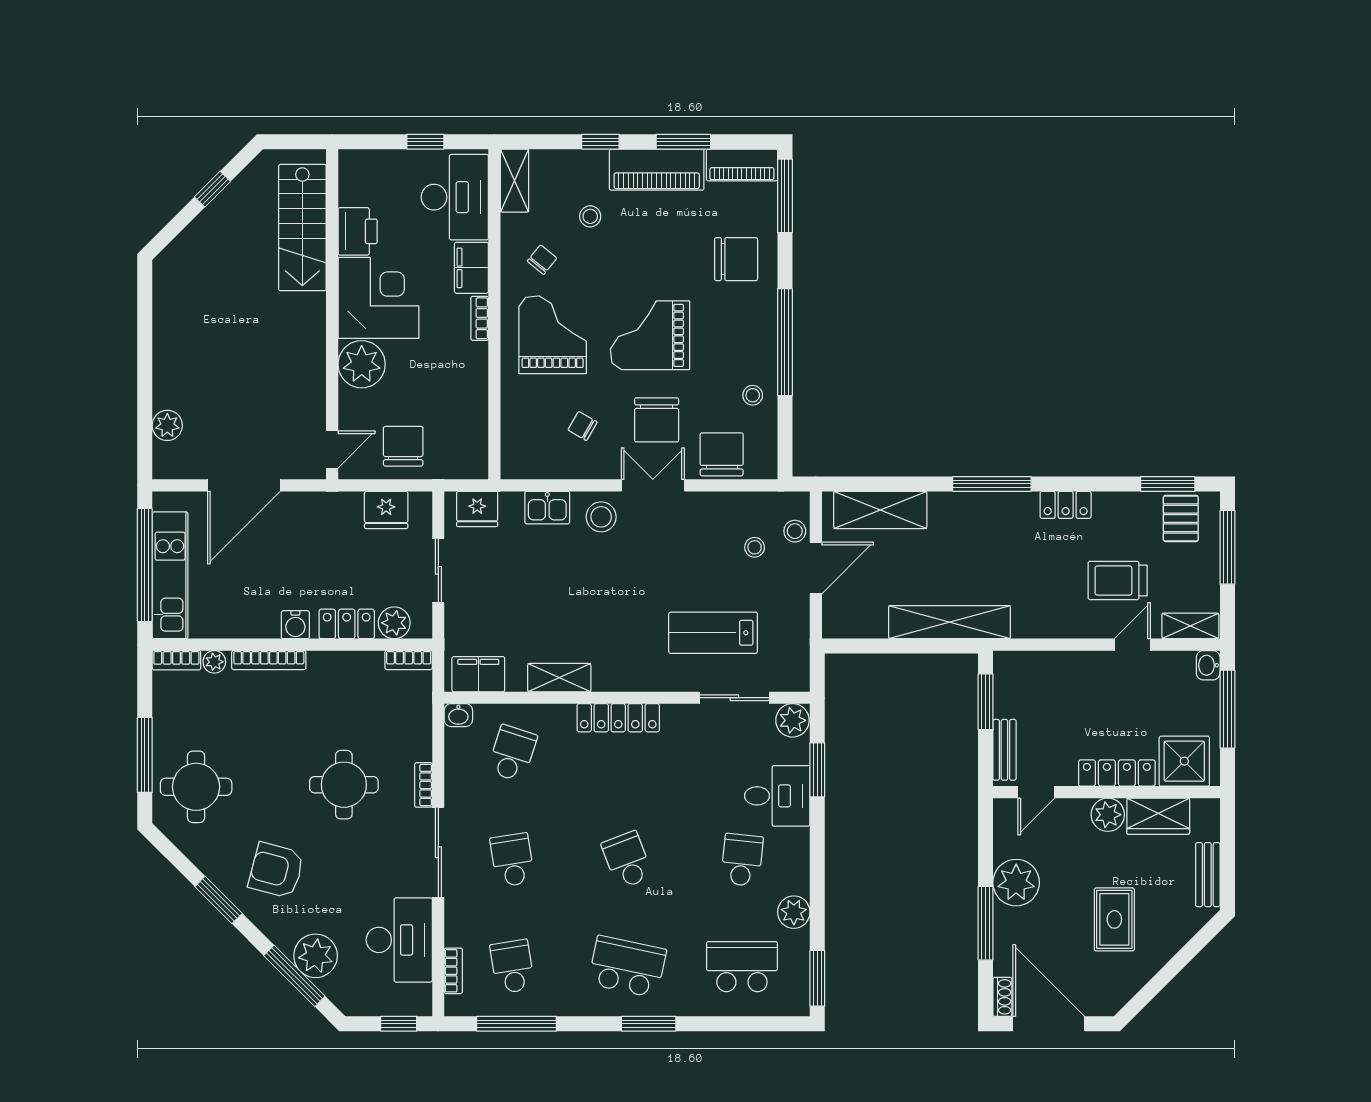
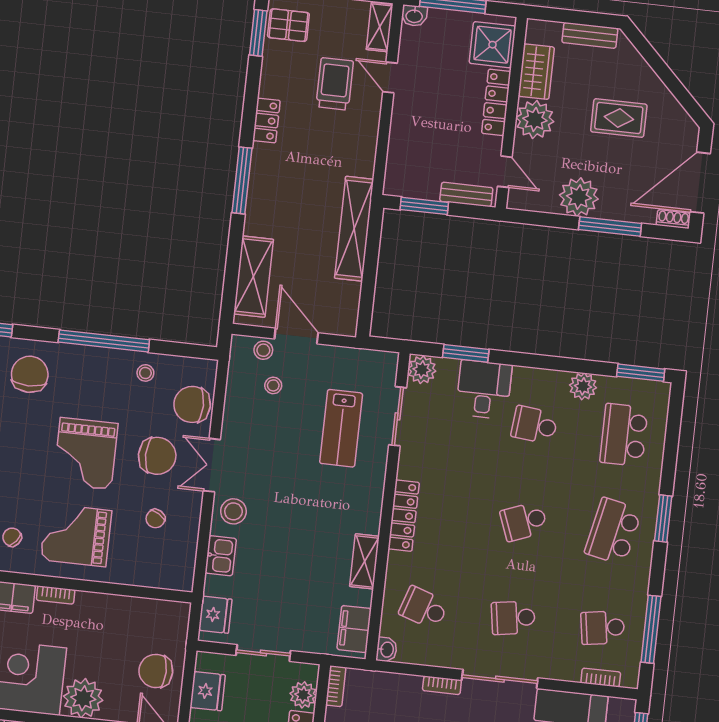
trolley: (1118, 580) -> (335, 84), turned 180
plant: (1108, 815) -> (535, 119), width x1.36, depth x1.36

